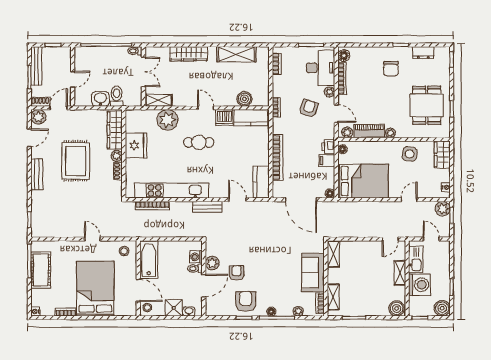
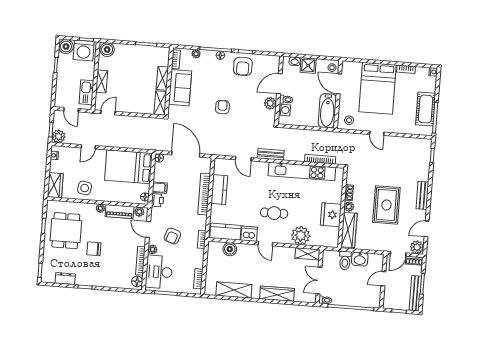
chair: (391, 69) -> (94, 249), moved, turned -90
kitchen counter: (261, 182) -> (219, 189), moved
armchair: (236, 273) -> (222, 107), moved, turned 180
washing machine: (419, 285) -> (84, 51), moved, turned -90
shelving: (333, 297) -> (162, 78), moved

